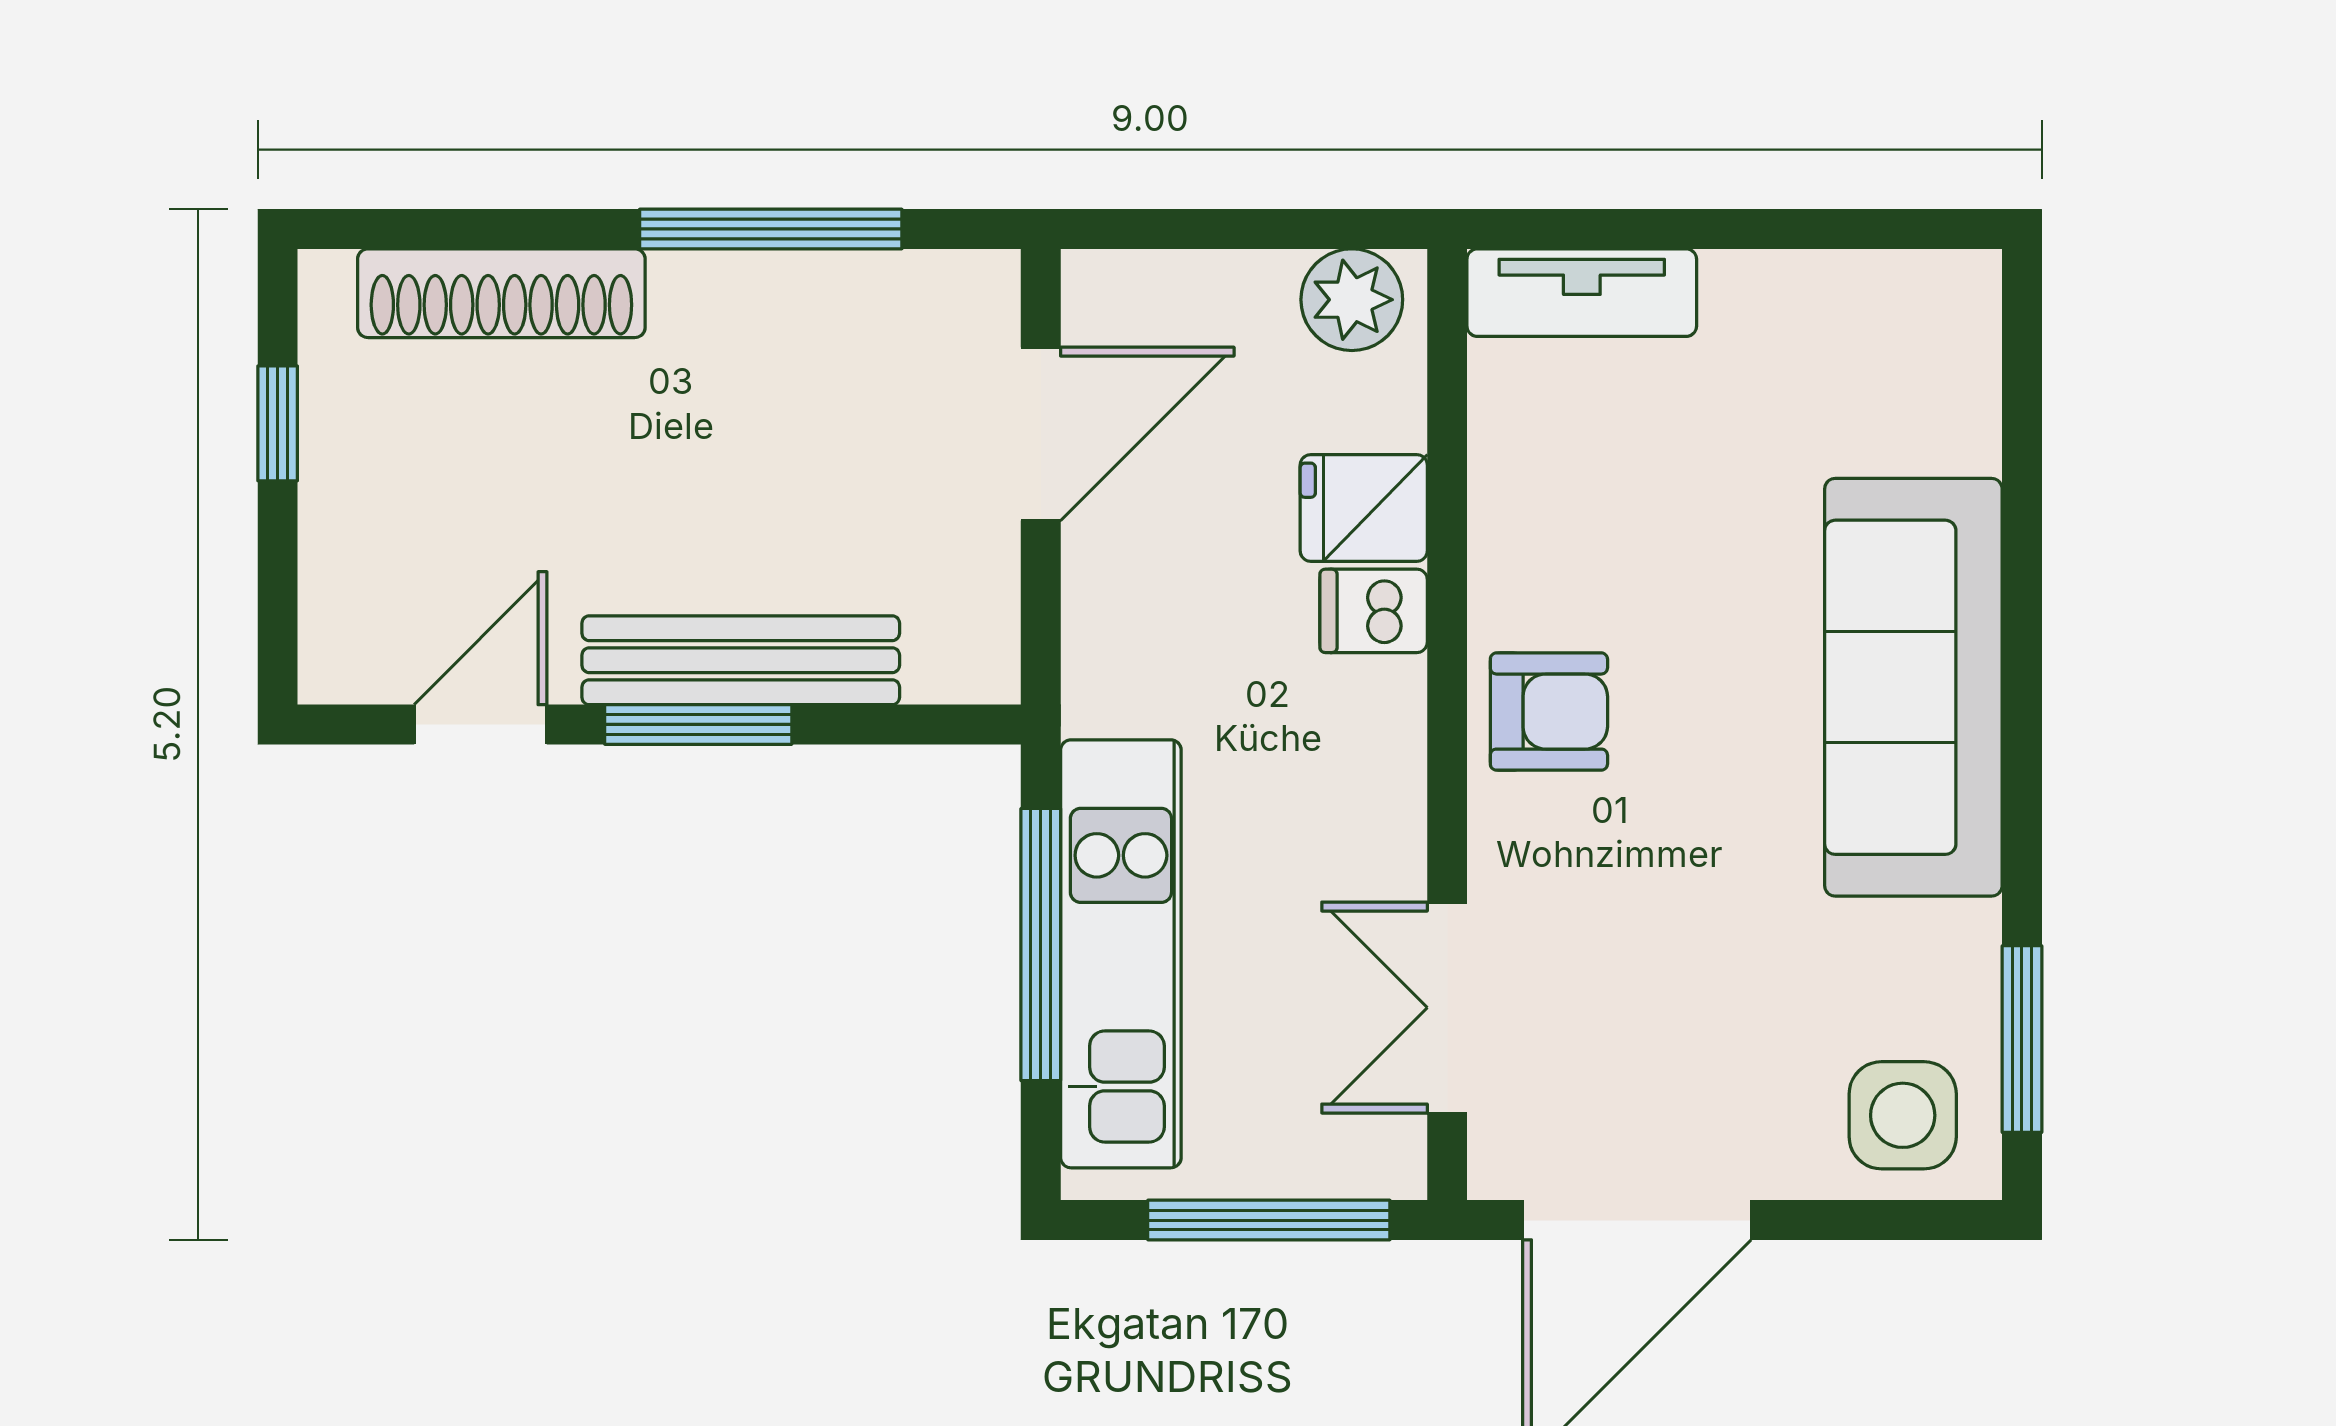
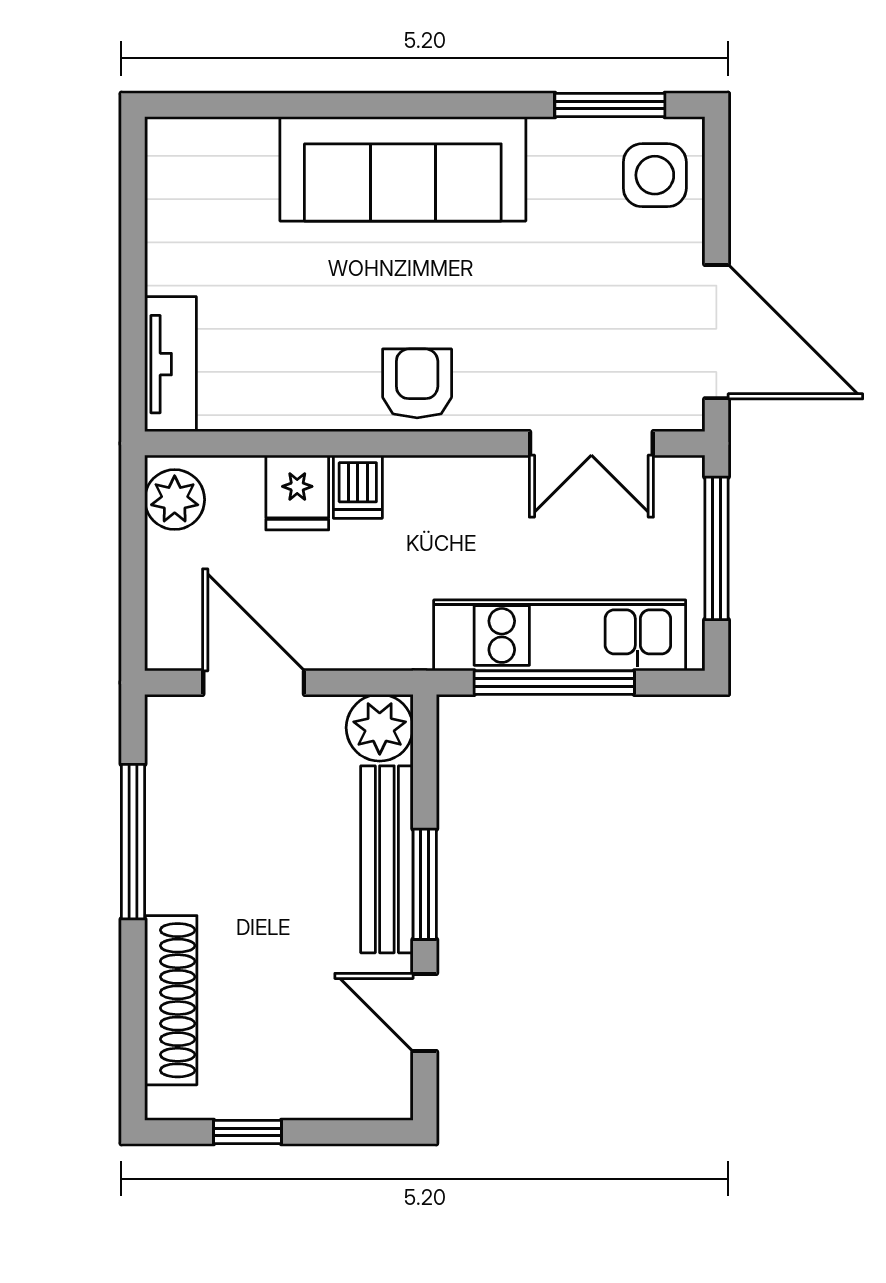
plant: (964, 648) -> (380, 728), added

